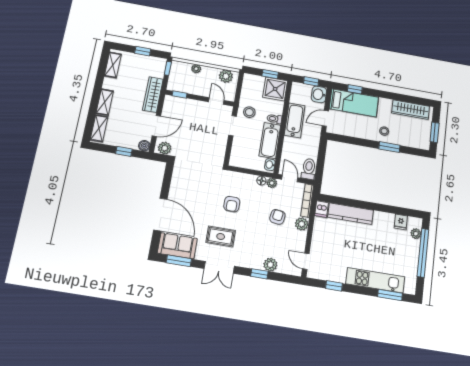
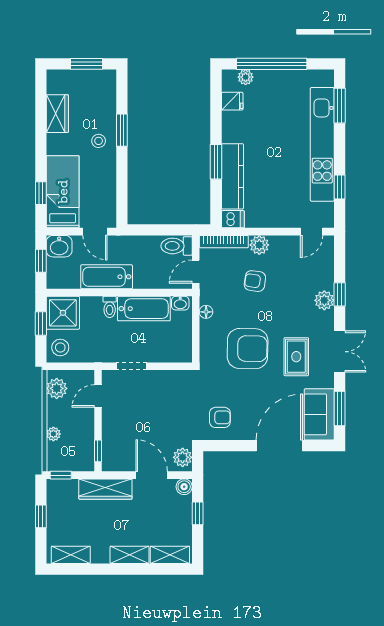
wardrobe: (411, 110) -> (57, 114), width x0.67
stool: (249, 112) -> (60, 347), moved
armchair: (188, 178) -> (220, 417), added
plant: (272, 183) -> (207, 296), removed
armchair: (232, 204) -> (248, 349), width x1.88, depth x1.88
window: (362, 204) -> (216, 162), added
plant: (270, 265) -> (324, 300), moved
kitchen unit: (375, 280) -> (322, 144), width x1.36

